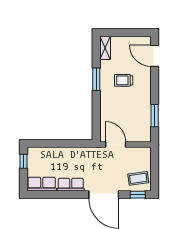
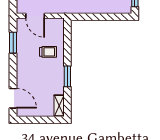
trolley: (124, 80) -> (48, 52), moved
door: (116, 145) -> (35, 16), moved

